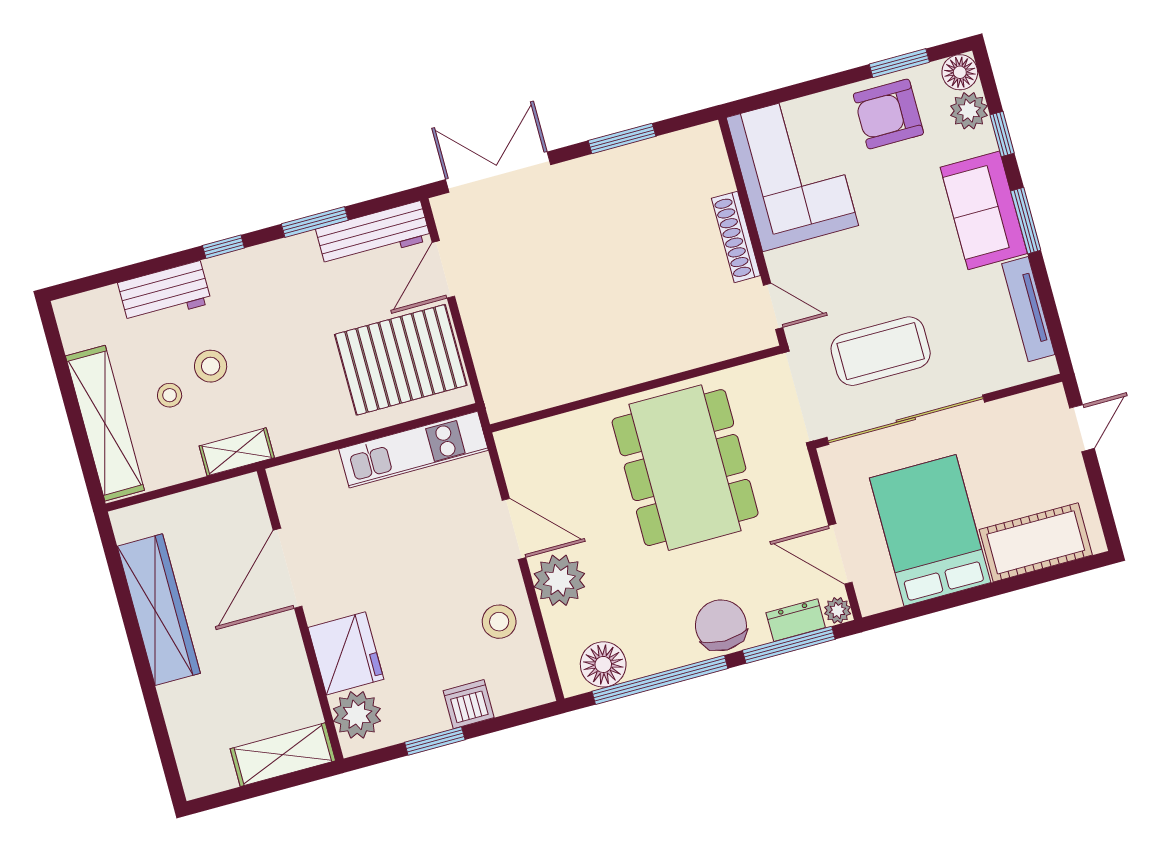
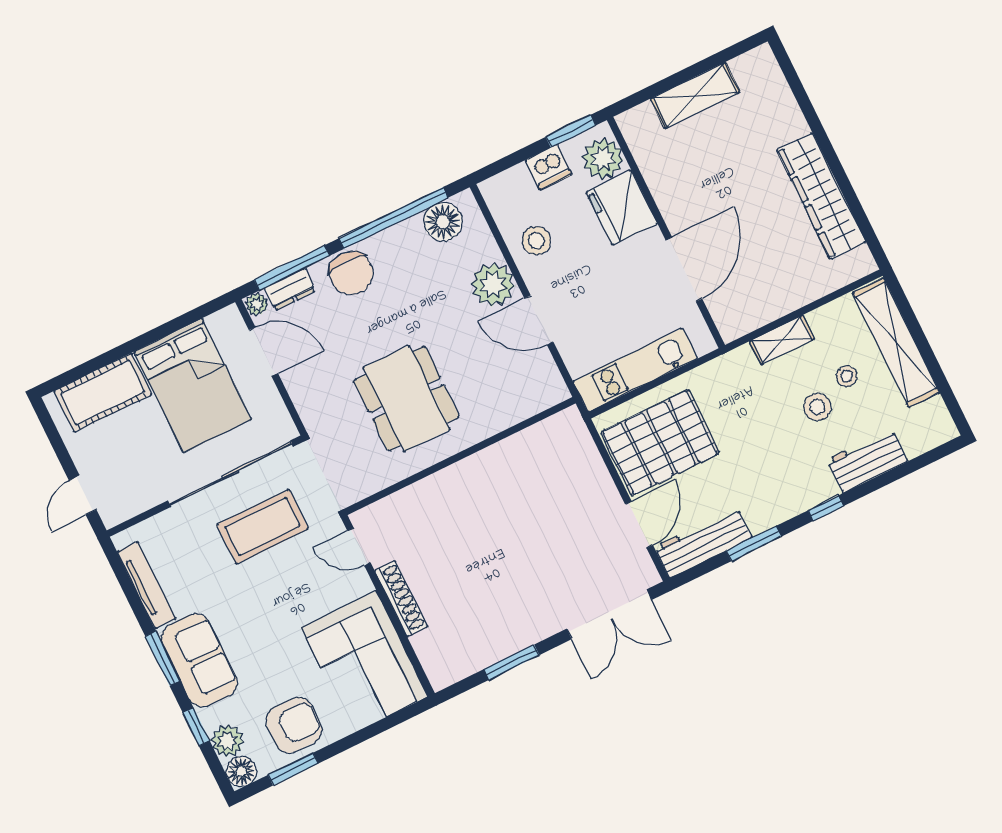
dining table: (685, 468) -> (406, 399), width x0.73, depth x0.80
door: (288, 568) -> (684, 269), moved
wall: (300, 615) -> (666, 233), moved
fridge: (346, 653) -> (622, 208), moved
plant: (357, 715) -> (603, 158), moved

